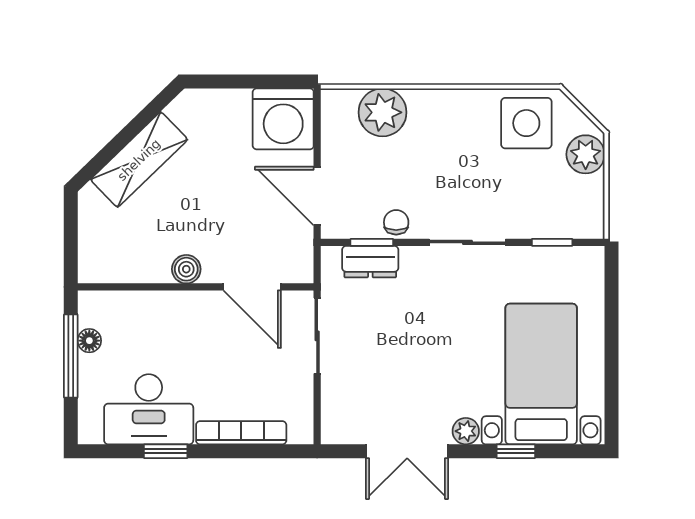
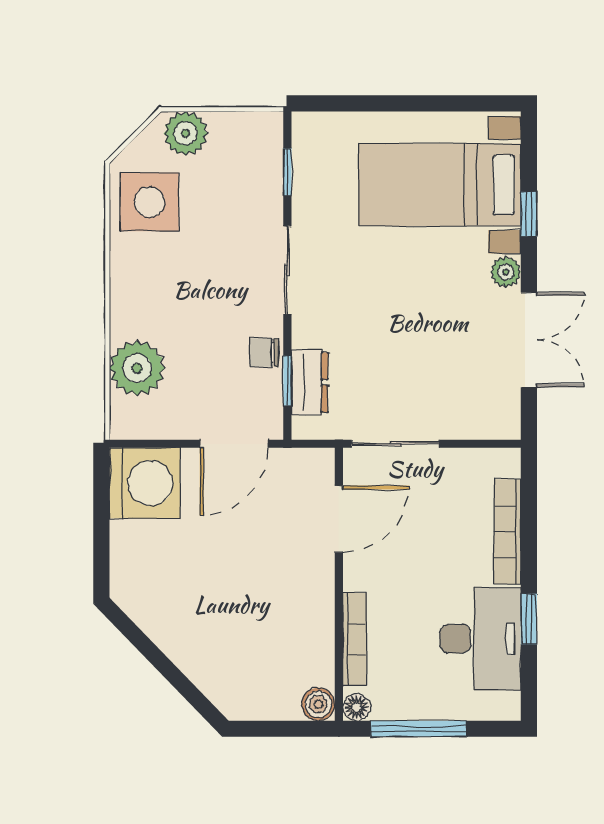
shelving: (139, 160) -> (192, 650), removed
boiler: (186, 269) -> (318, 704), moved
bookcase: (148, 301) -> (355, 639), added
floor lamp: (89, 341) -> (356, 707), moved

